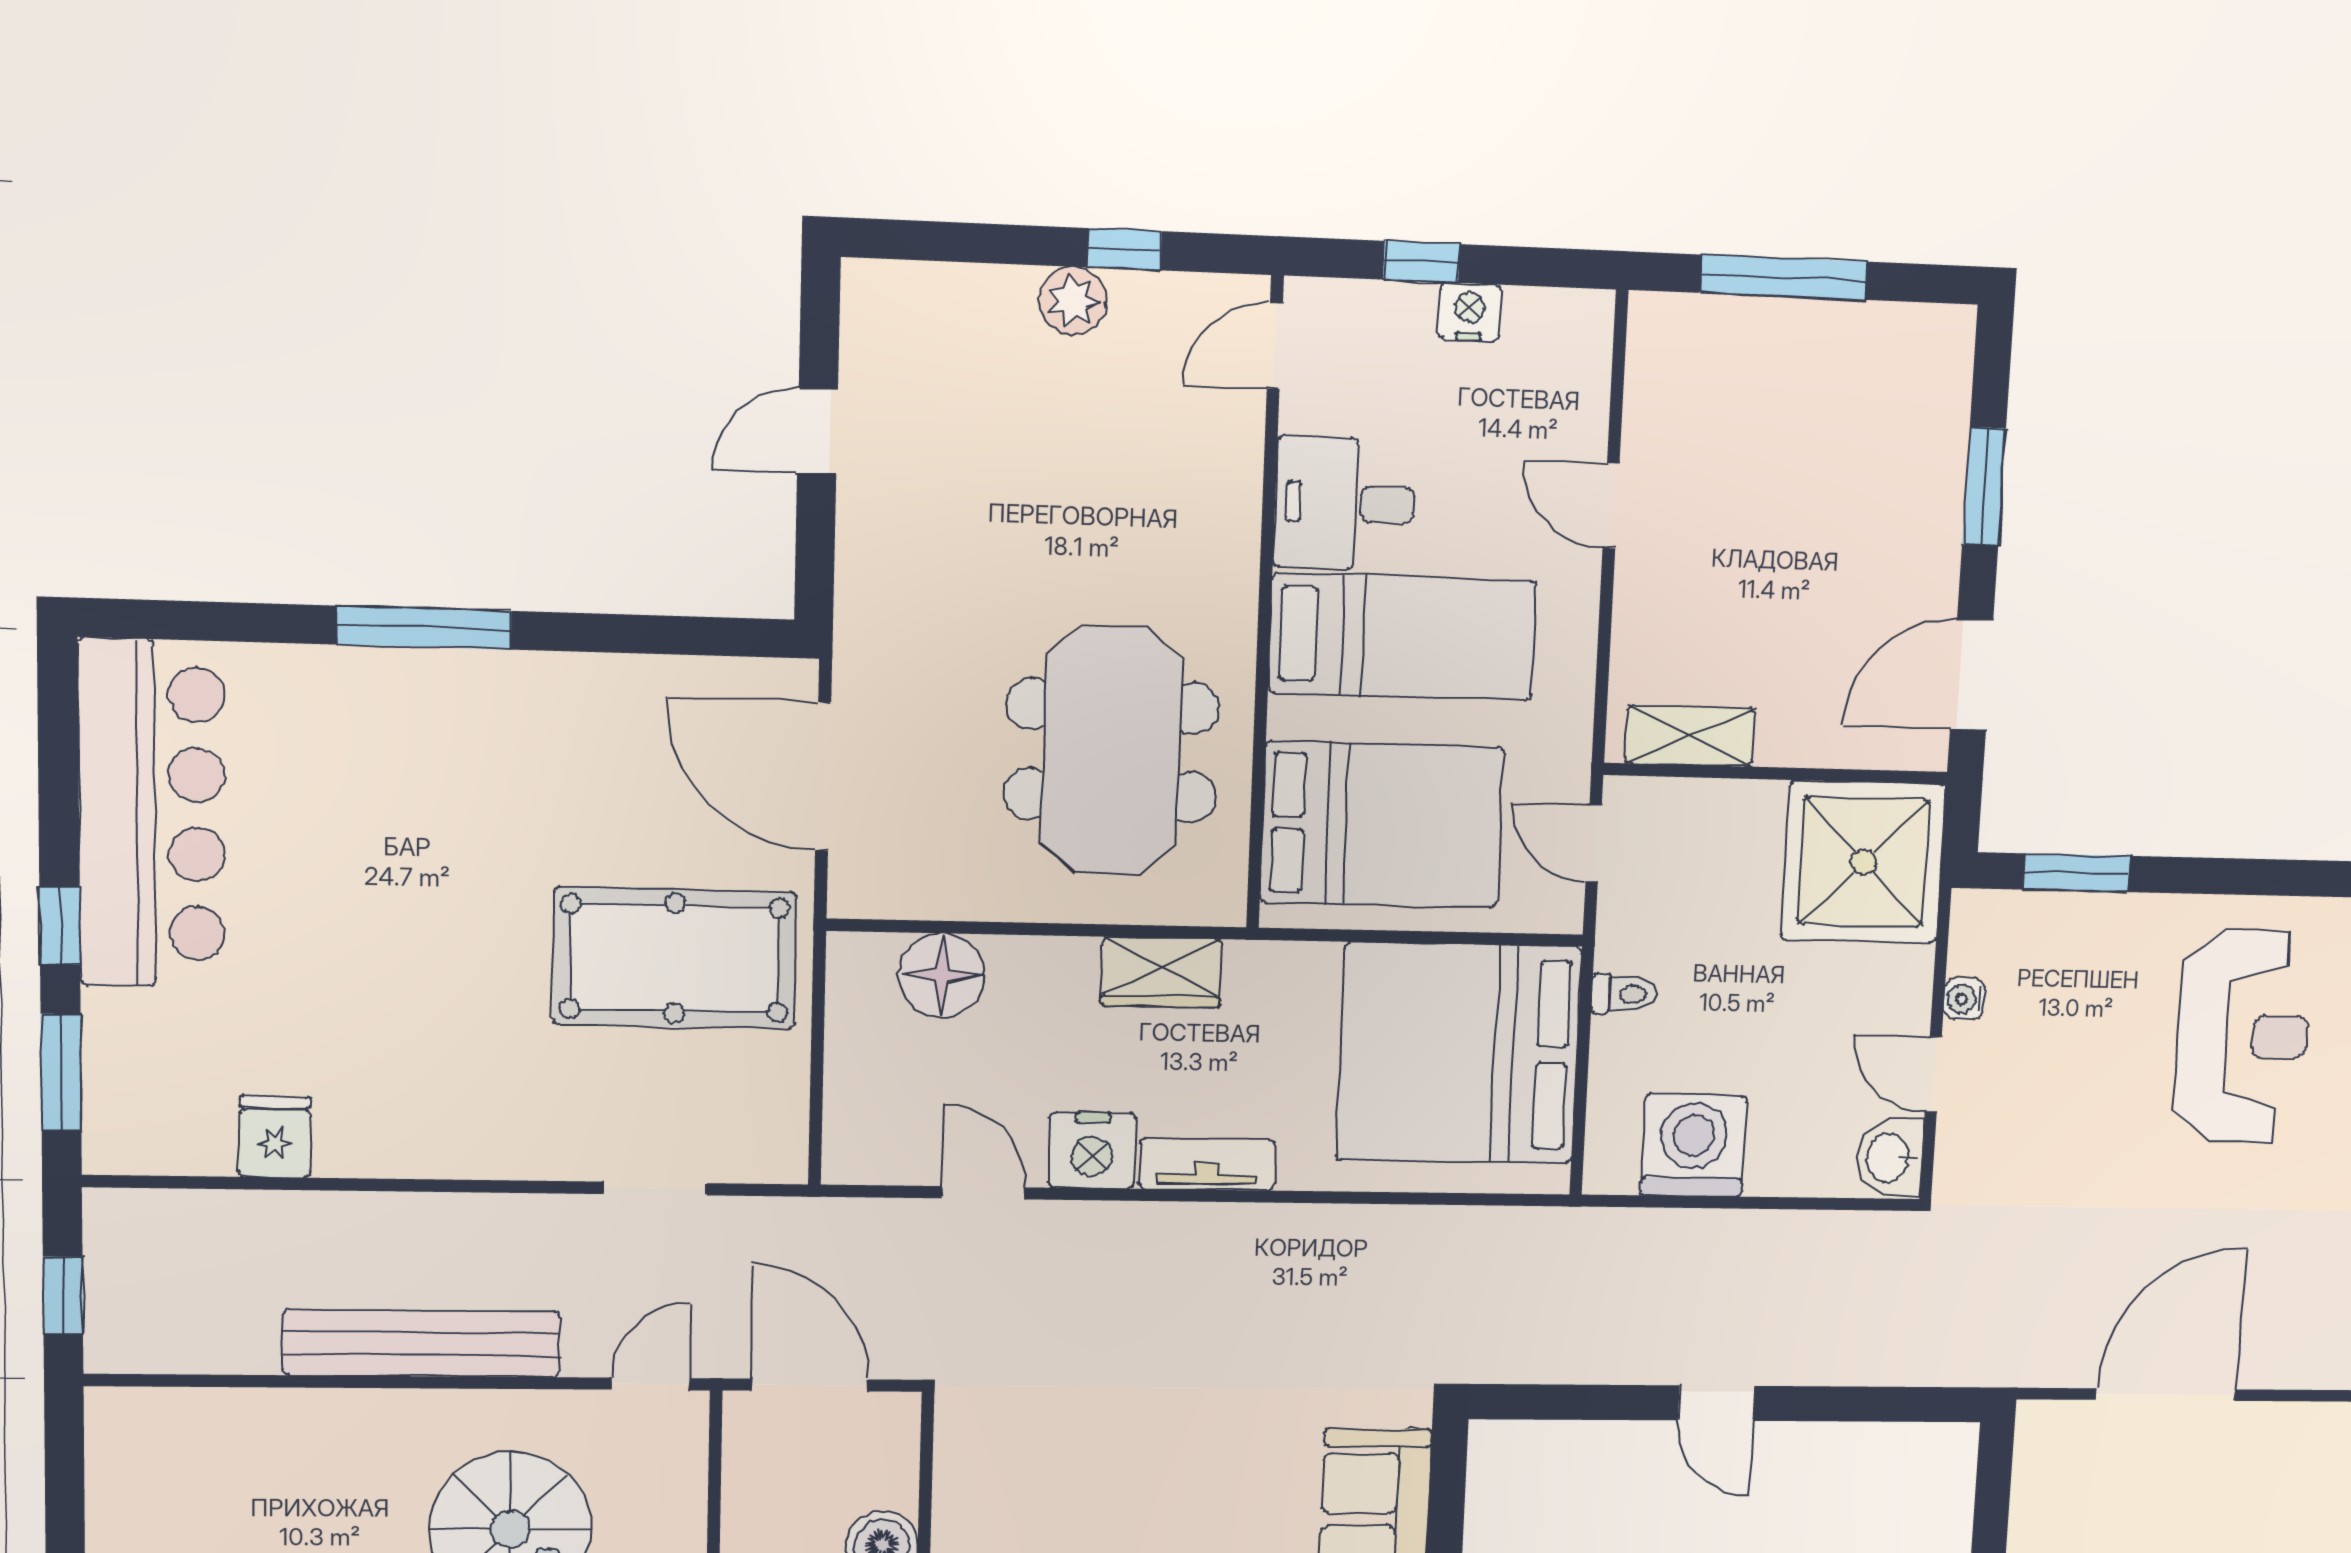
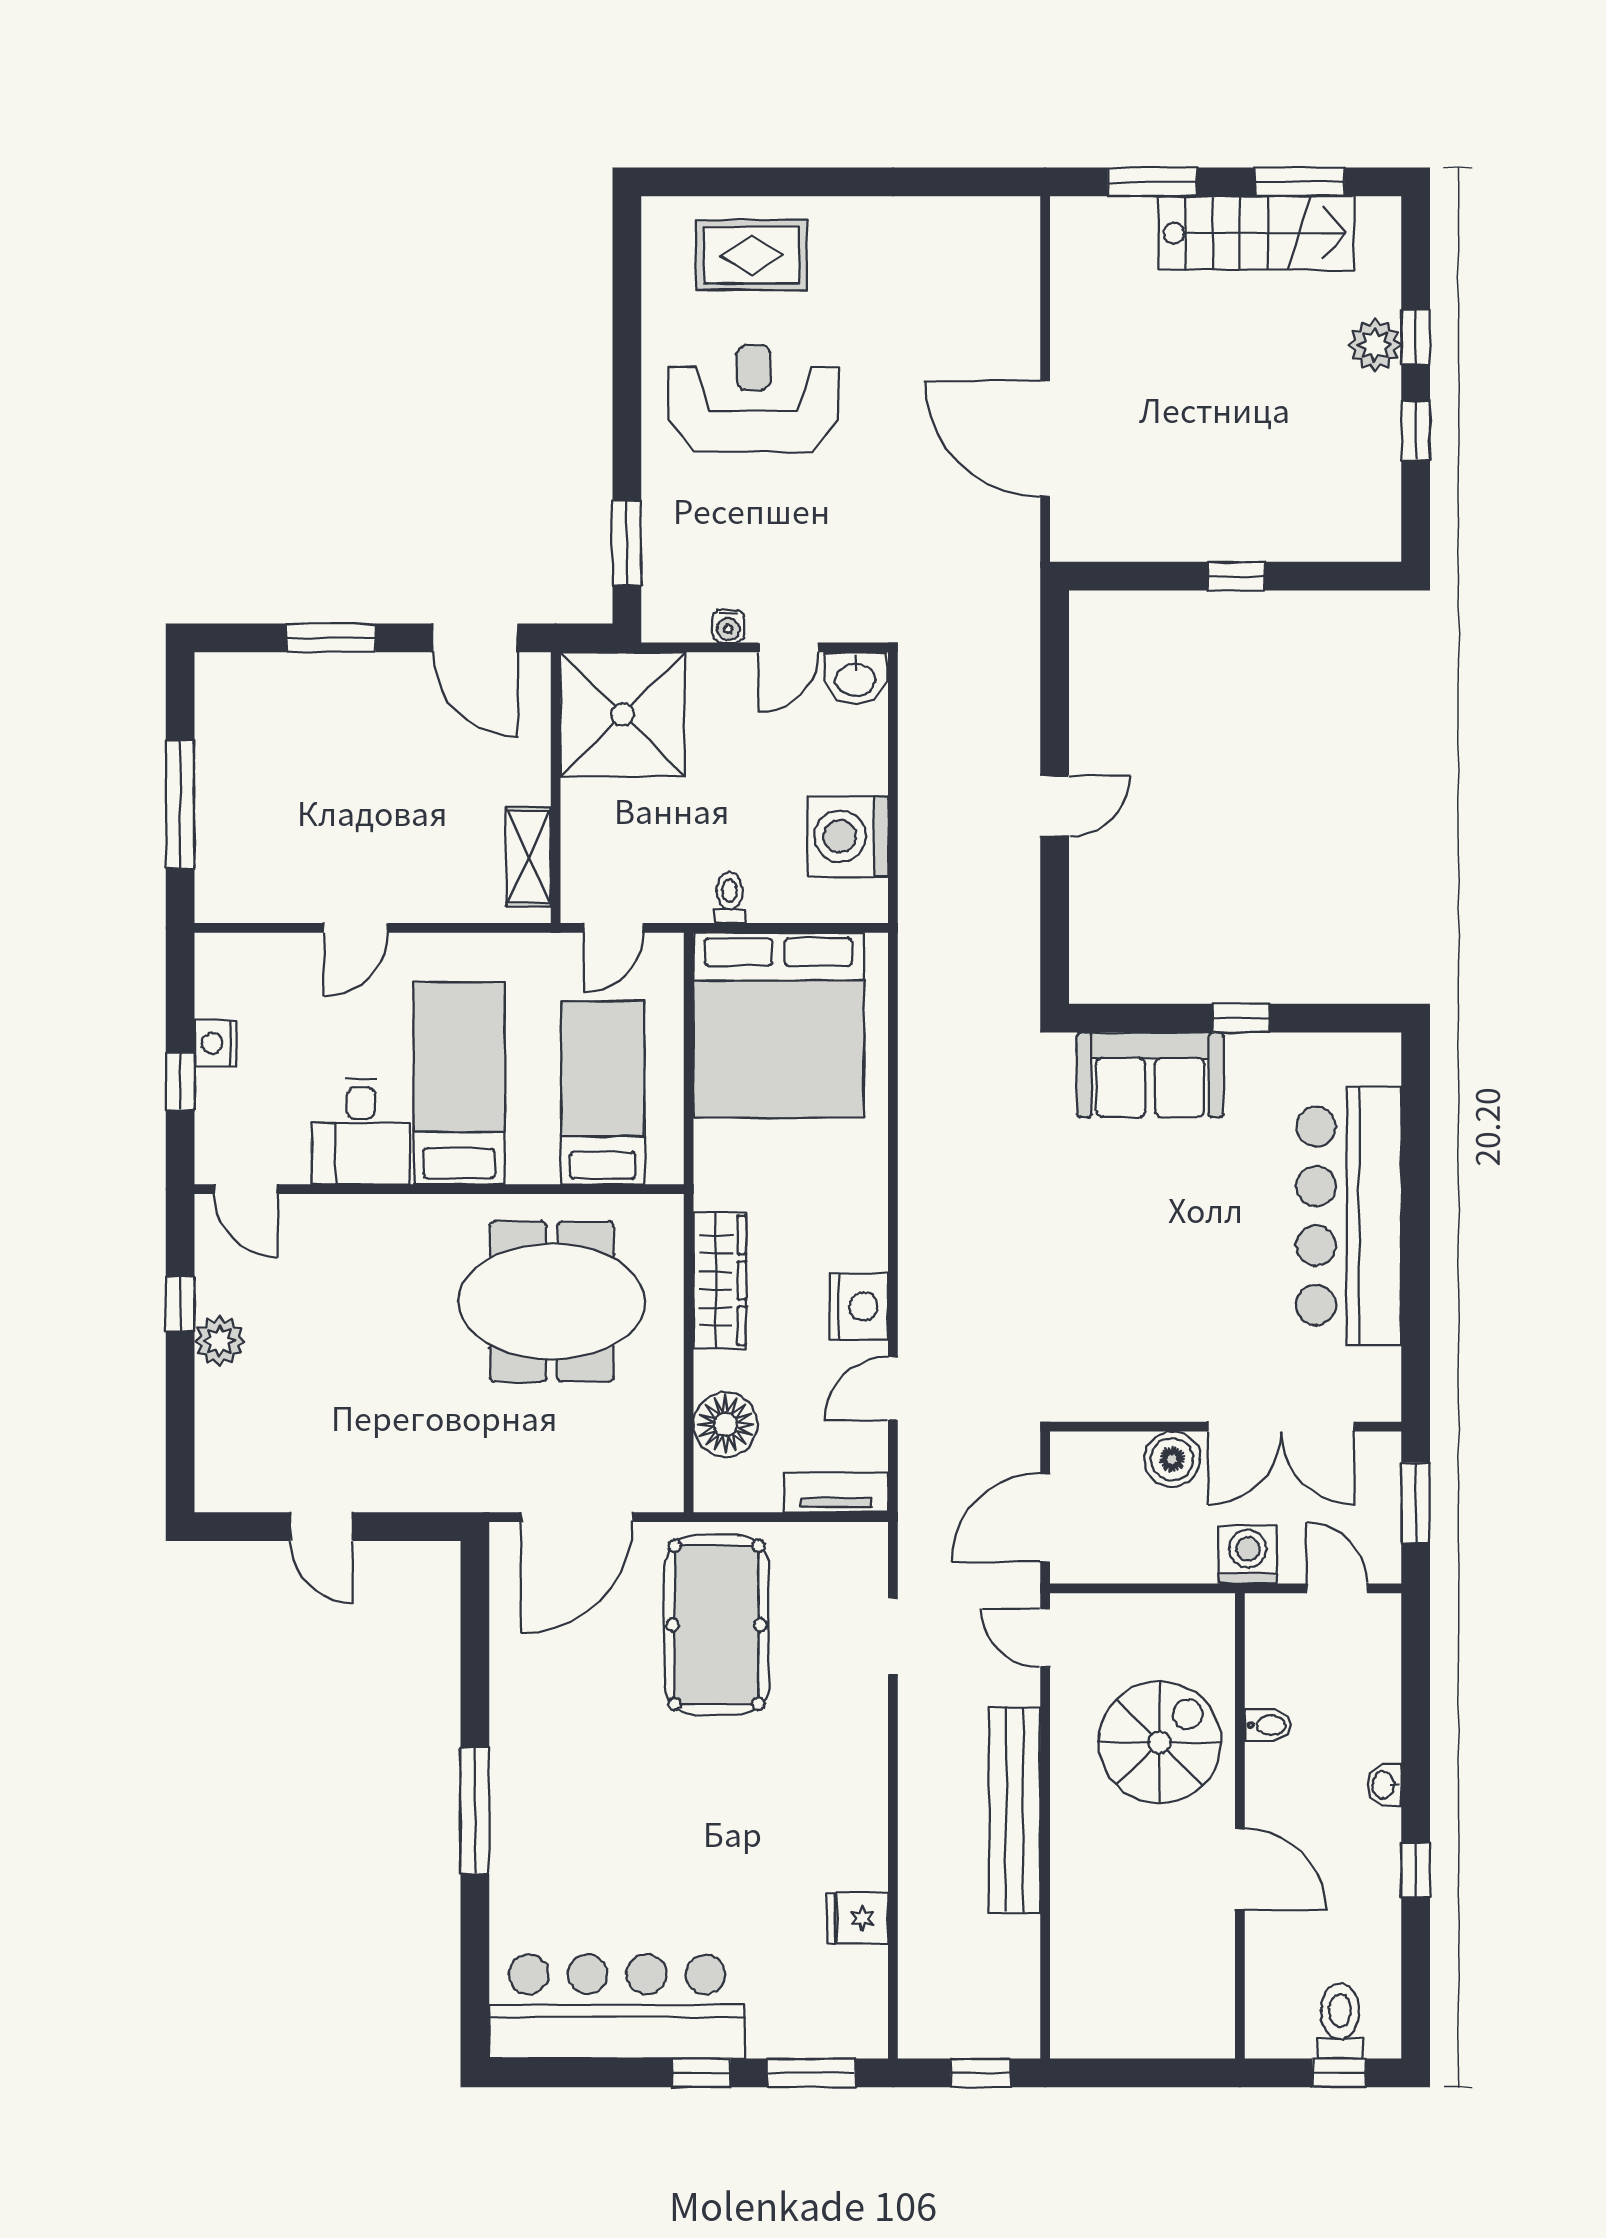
bed: (1382, 825) -> (603, 1093), width x0.67
wardrobe: (1161, 972) -> (720, 1281), width x1.50
tv unit: (1207, 1164) -> (836, 1492), moved, turned 90

